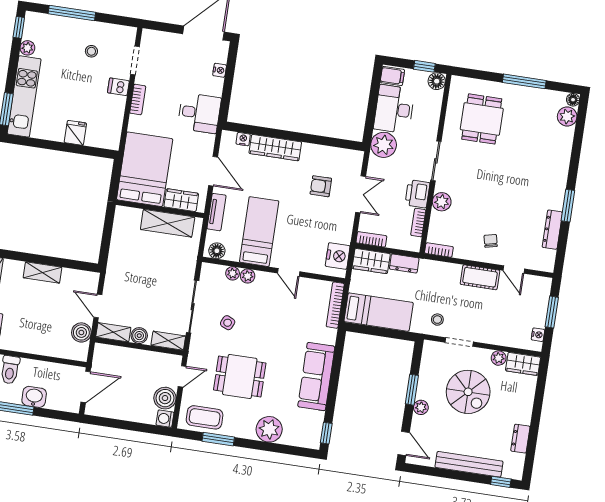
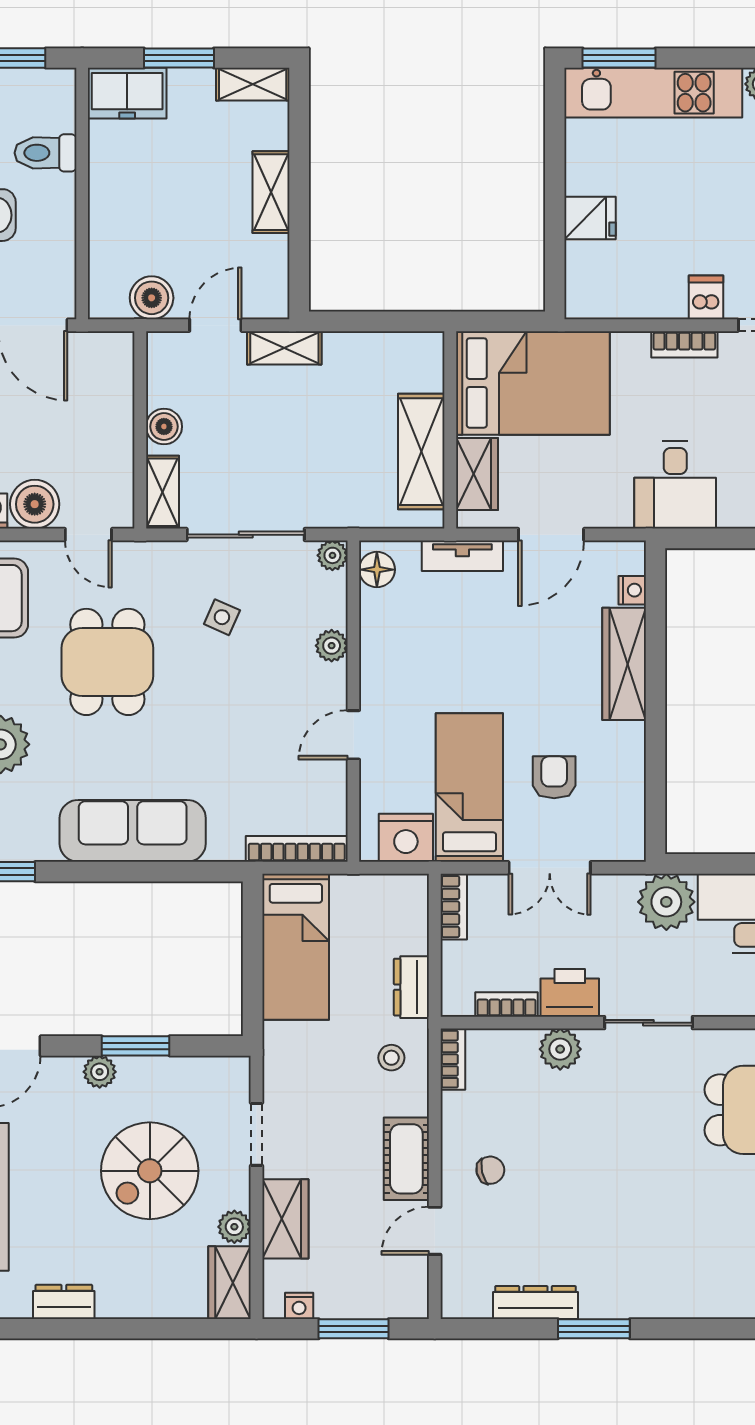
bed: (259, 232) -> (469, 787), moved, turned -90
wardrobe: (371, 261) -> (285, 1219), moved, turned 180
plant: (233, 273) -> (332, 555), moved
stool: (437, 320) -> (391, 1058), moved
shelving: (113, 332) -> (284, 348), moved, turned 90

